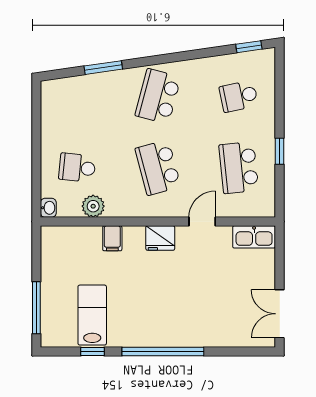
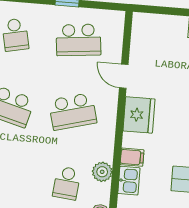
kitchen sink: (254, 237) -> (129, 181), moved, width x0.73
fridge: (160, 238) -> (139, 115), width x1.36, depth x1.34

